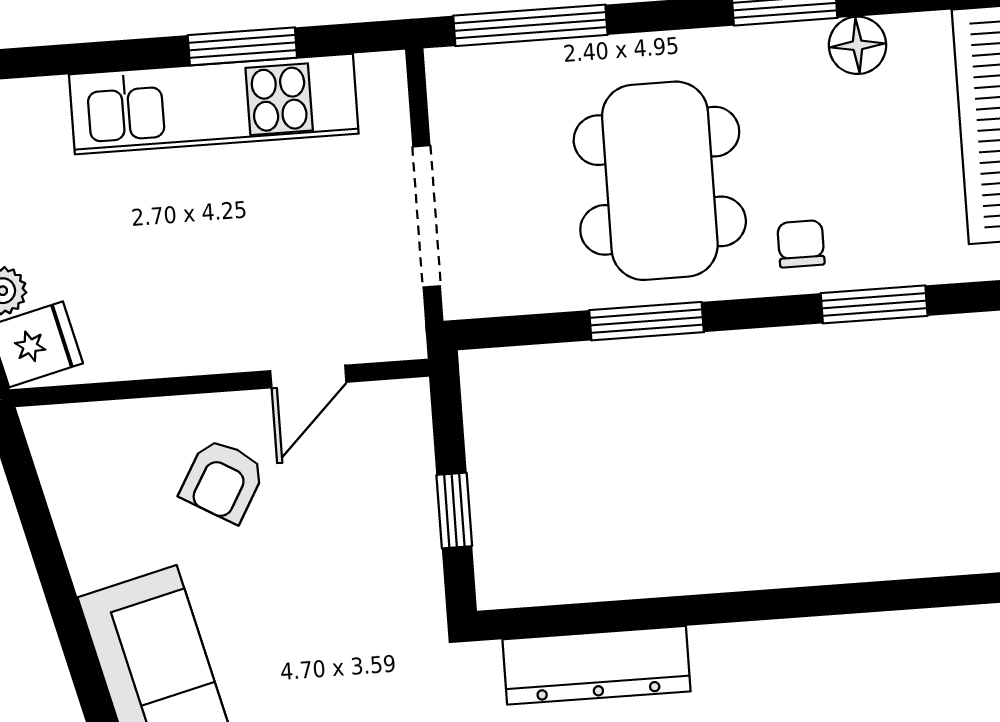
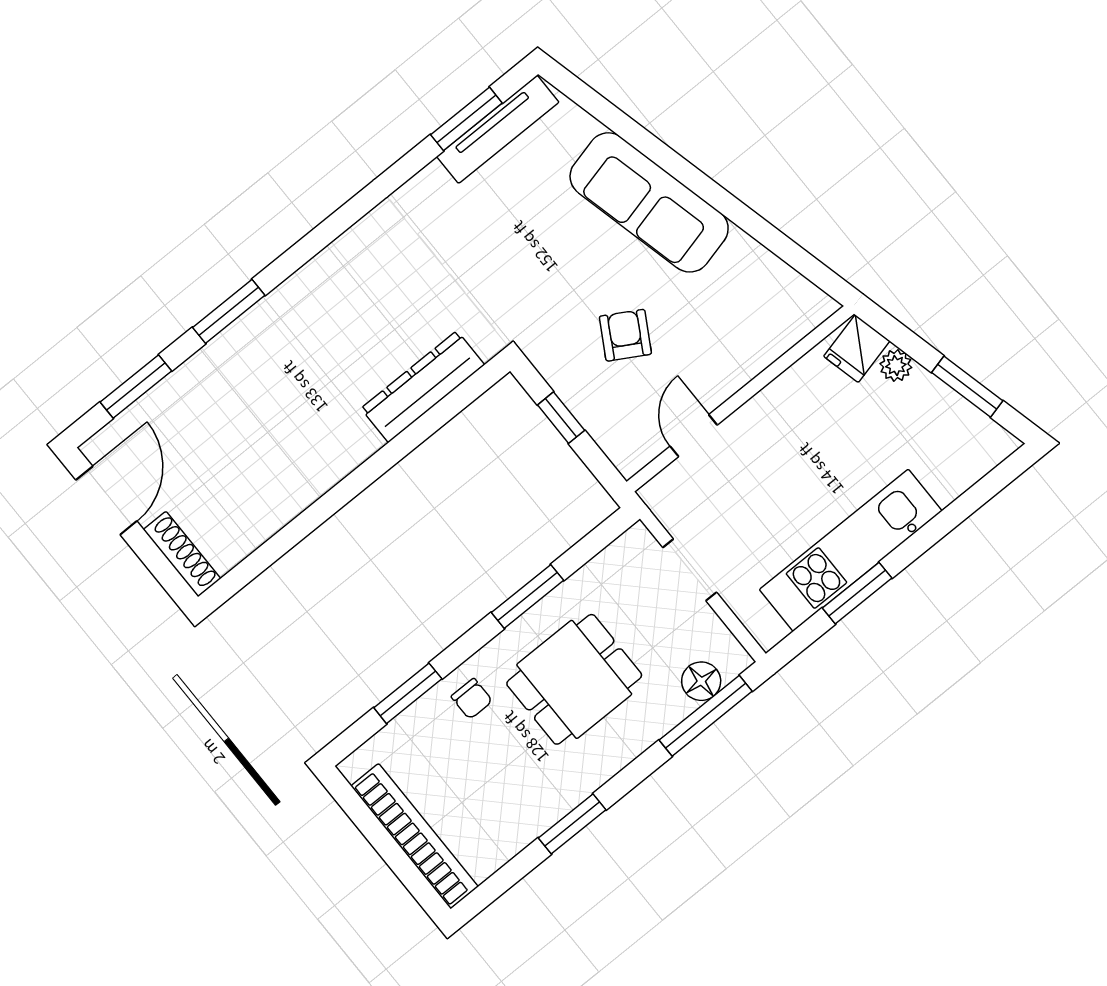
floor lamp: (858, 45) -> (701, 681), moved
dining table: (660, 181) -> (574, 679), width x0.73
doorway: (427, 216) -> (690, 570), width x0.73
armchair: (223, 480) -> (625, 335), moved

